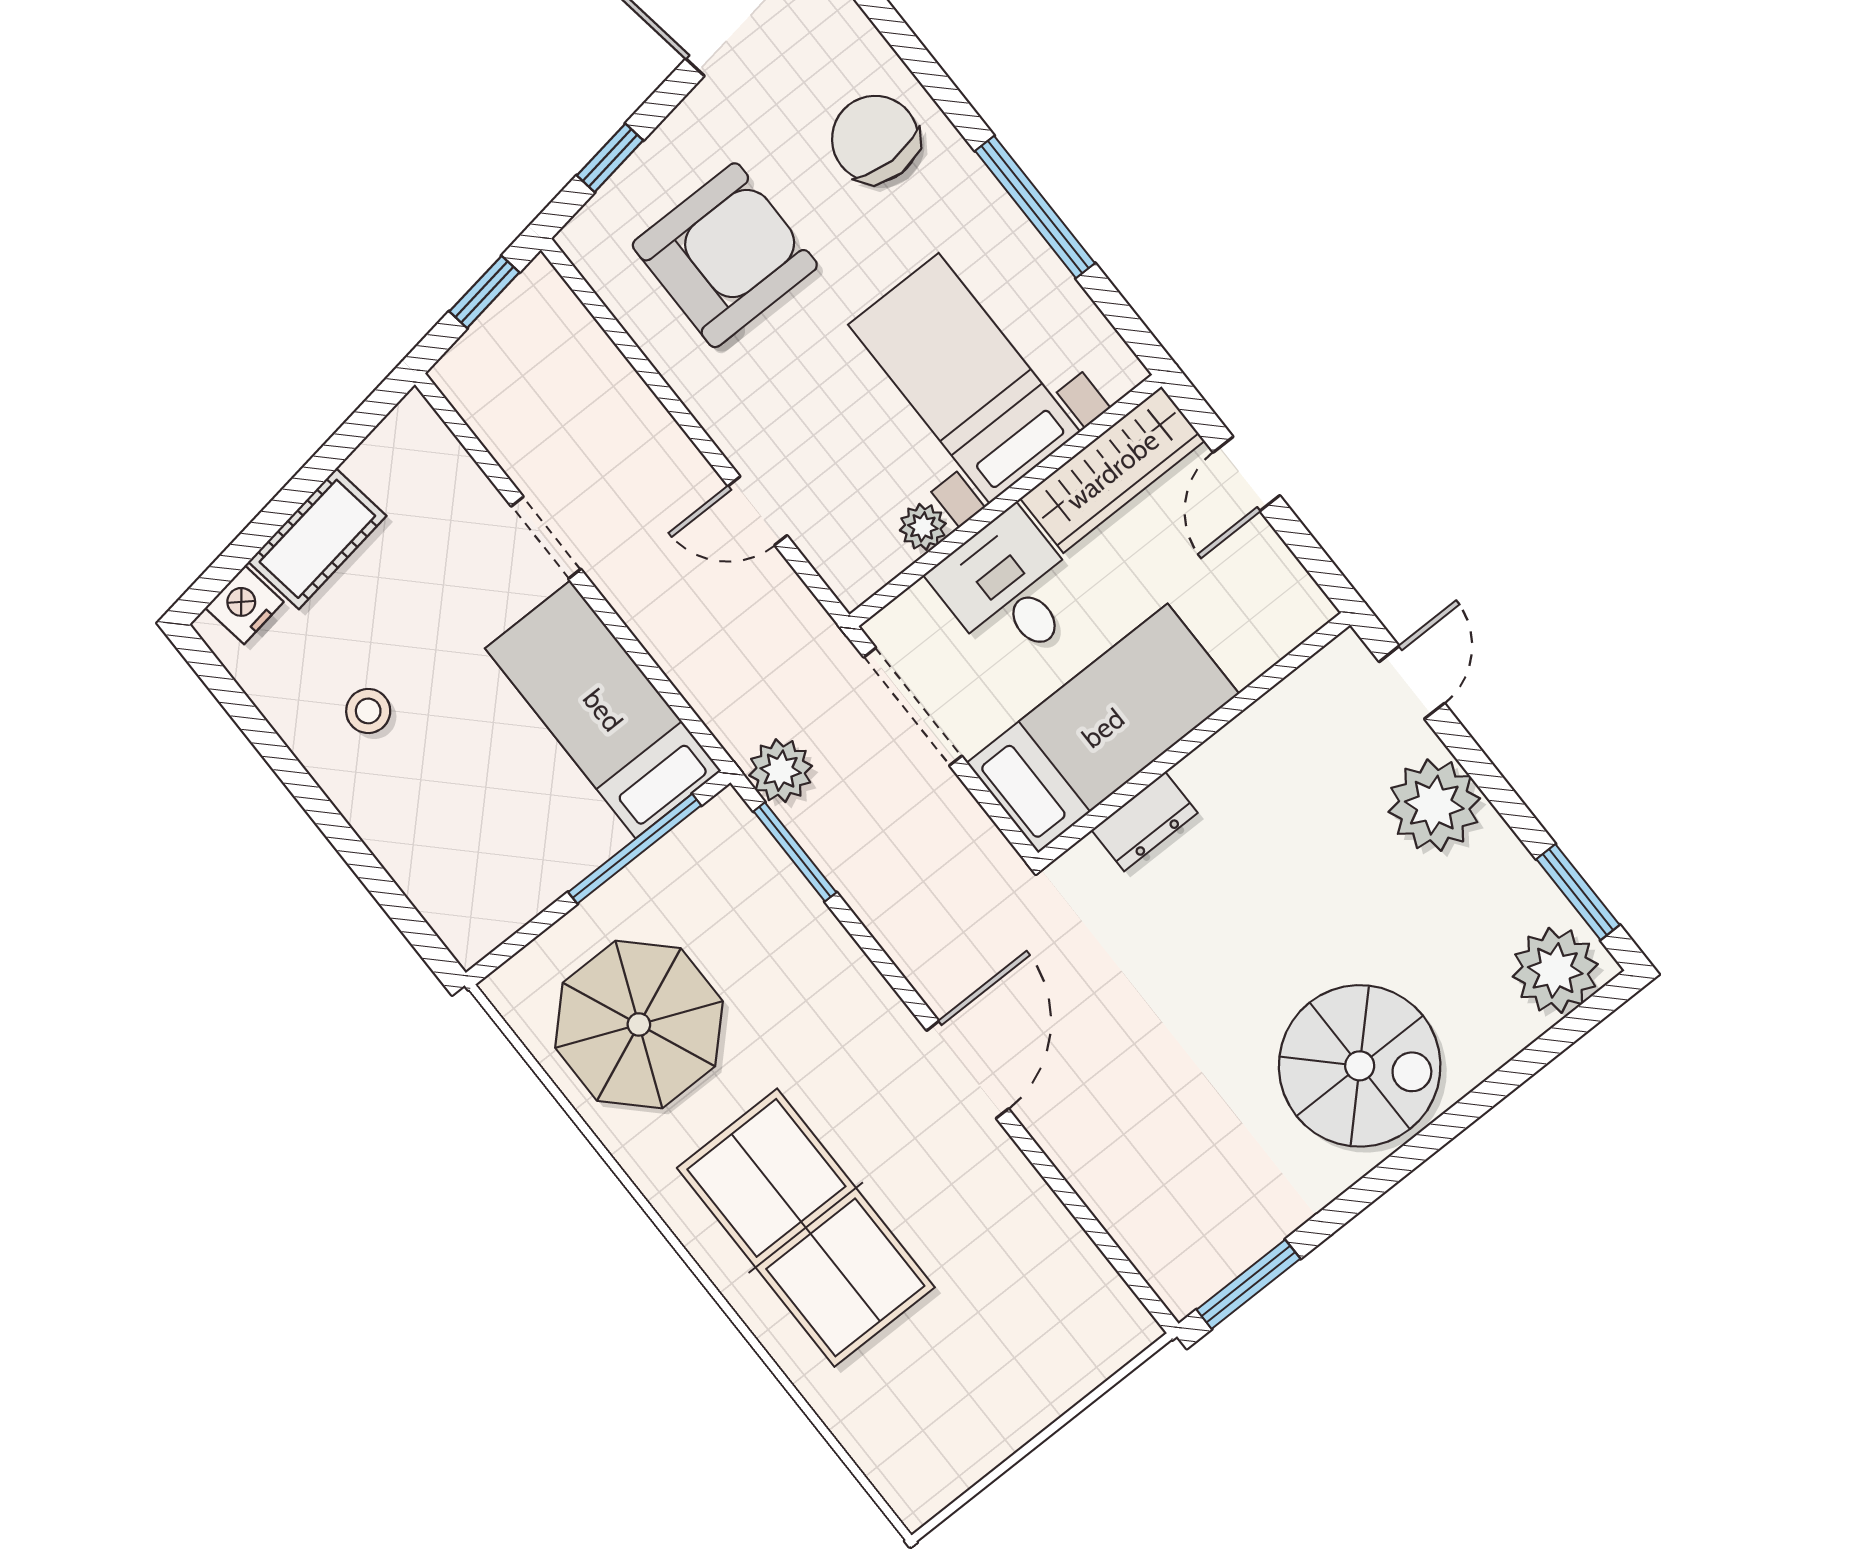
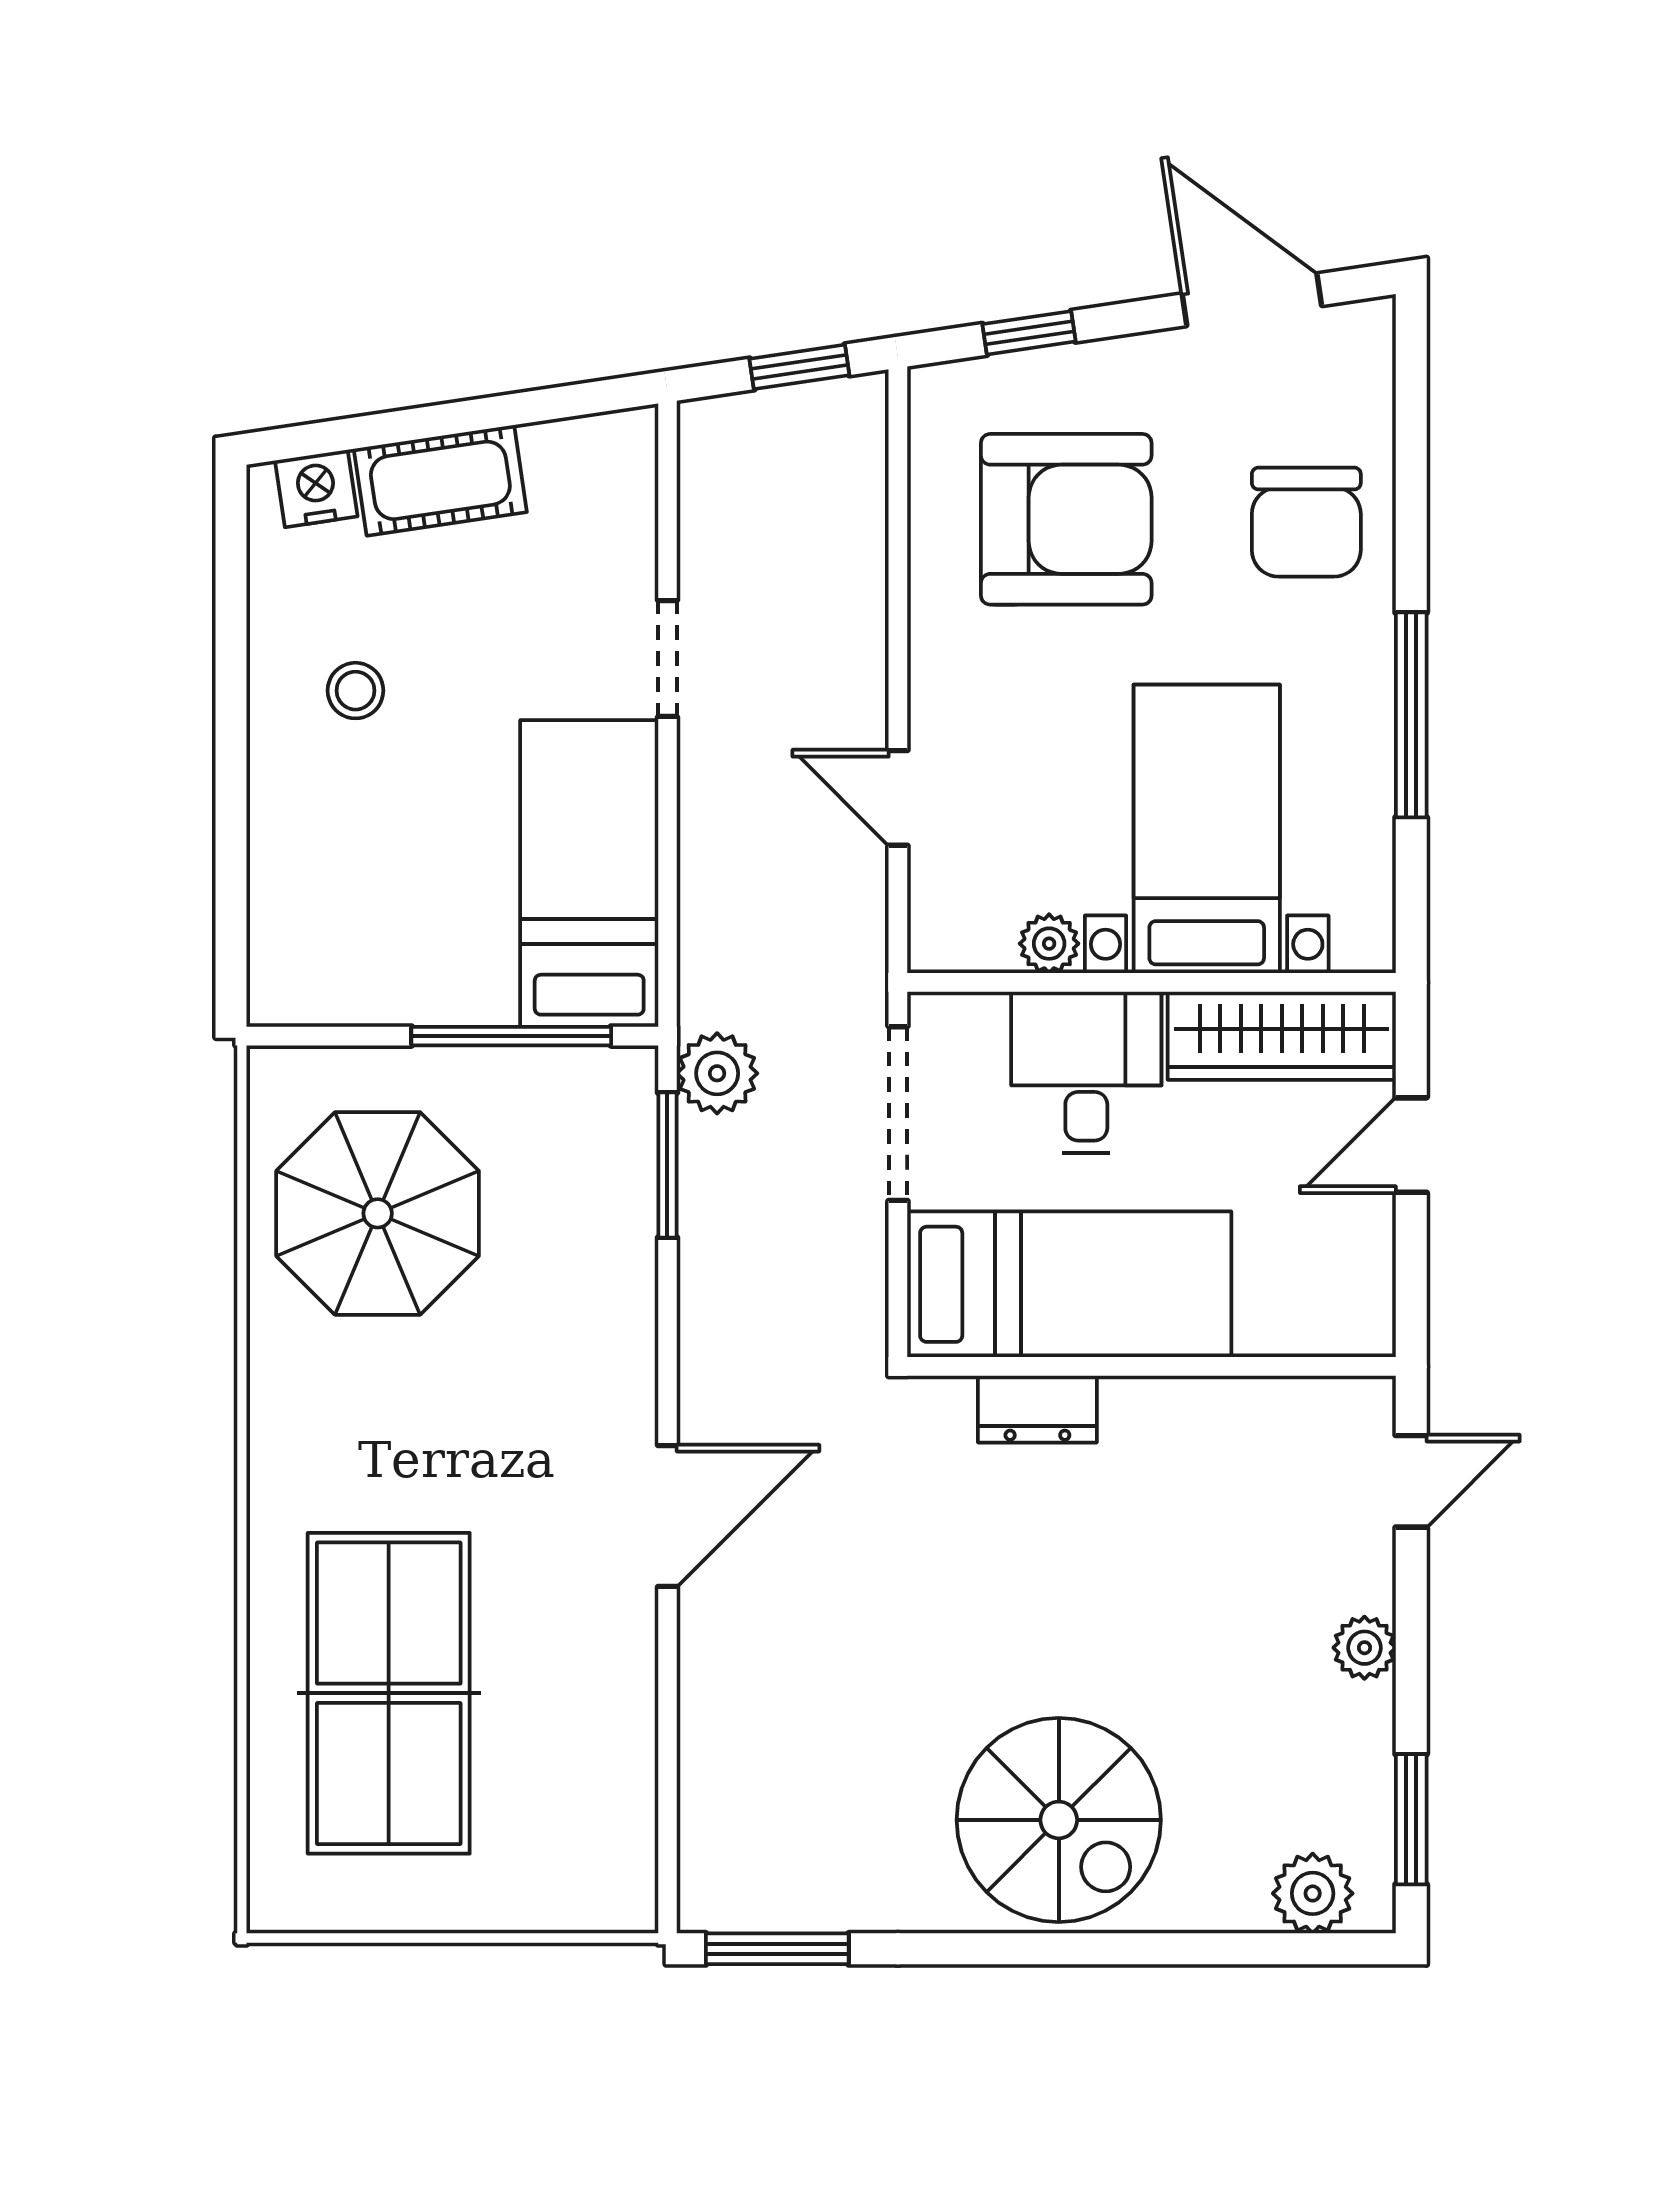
chair: (875, 139) -> (1306, 522), turned 180
plant: (1434, 805) -> (1364, 1648), width x0.53, depth x0.53
plant: (1555, 970) -> (1313, 1893), width x0.73, depth x0.73
table tennis table: (806, 1228) -> (389, 1693), moved

